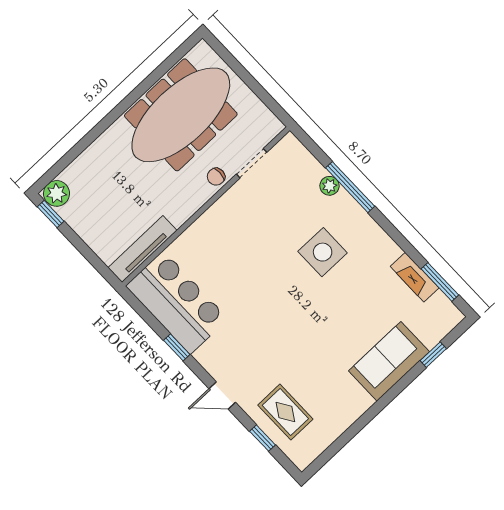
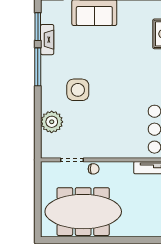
plant: (329, 186) -> (52, 122), width x1.88, depth x1.88
window: (350, 187) -> (38, 67), moved

